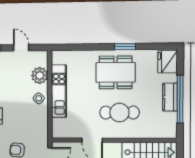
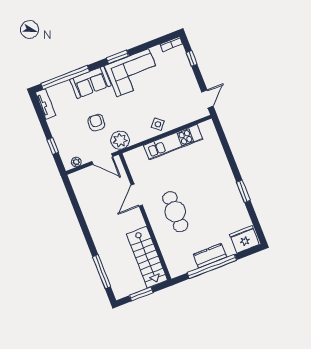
door: (21, 48) -> (207, 99), moved
dining table: (116, 72) -> (214, 192), removed
plant: (40, 75) -> (120, 140), moved

